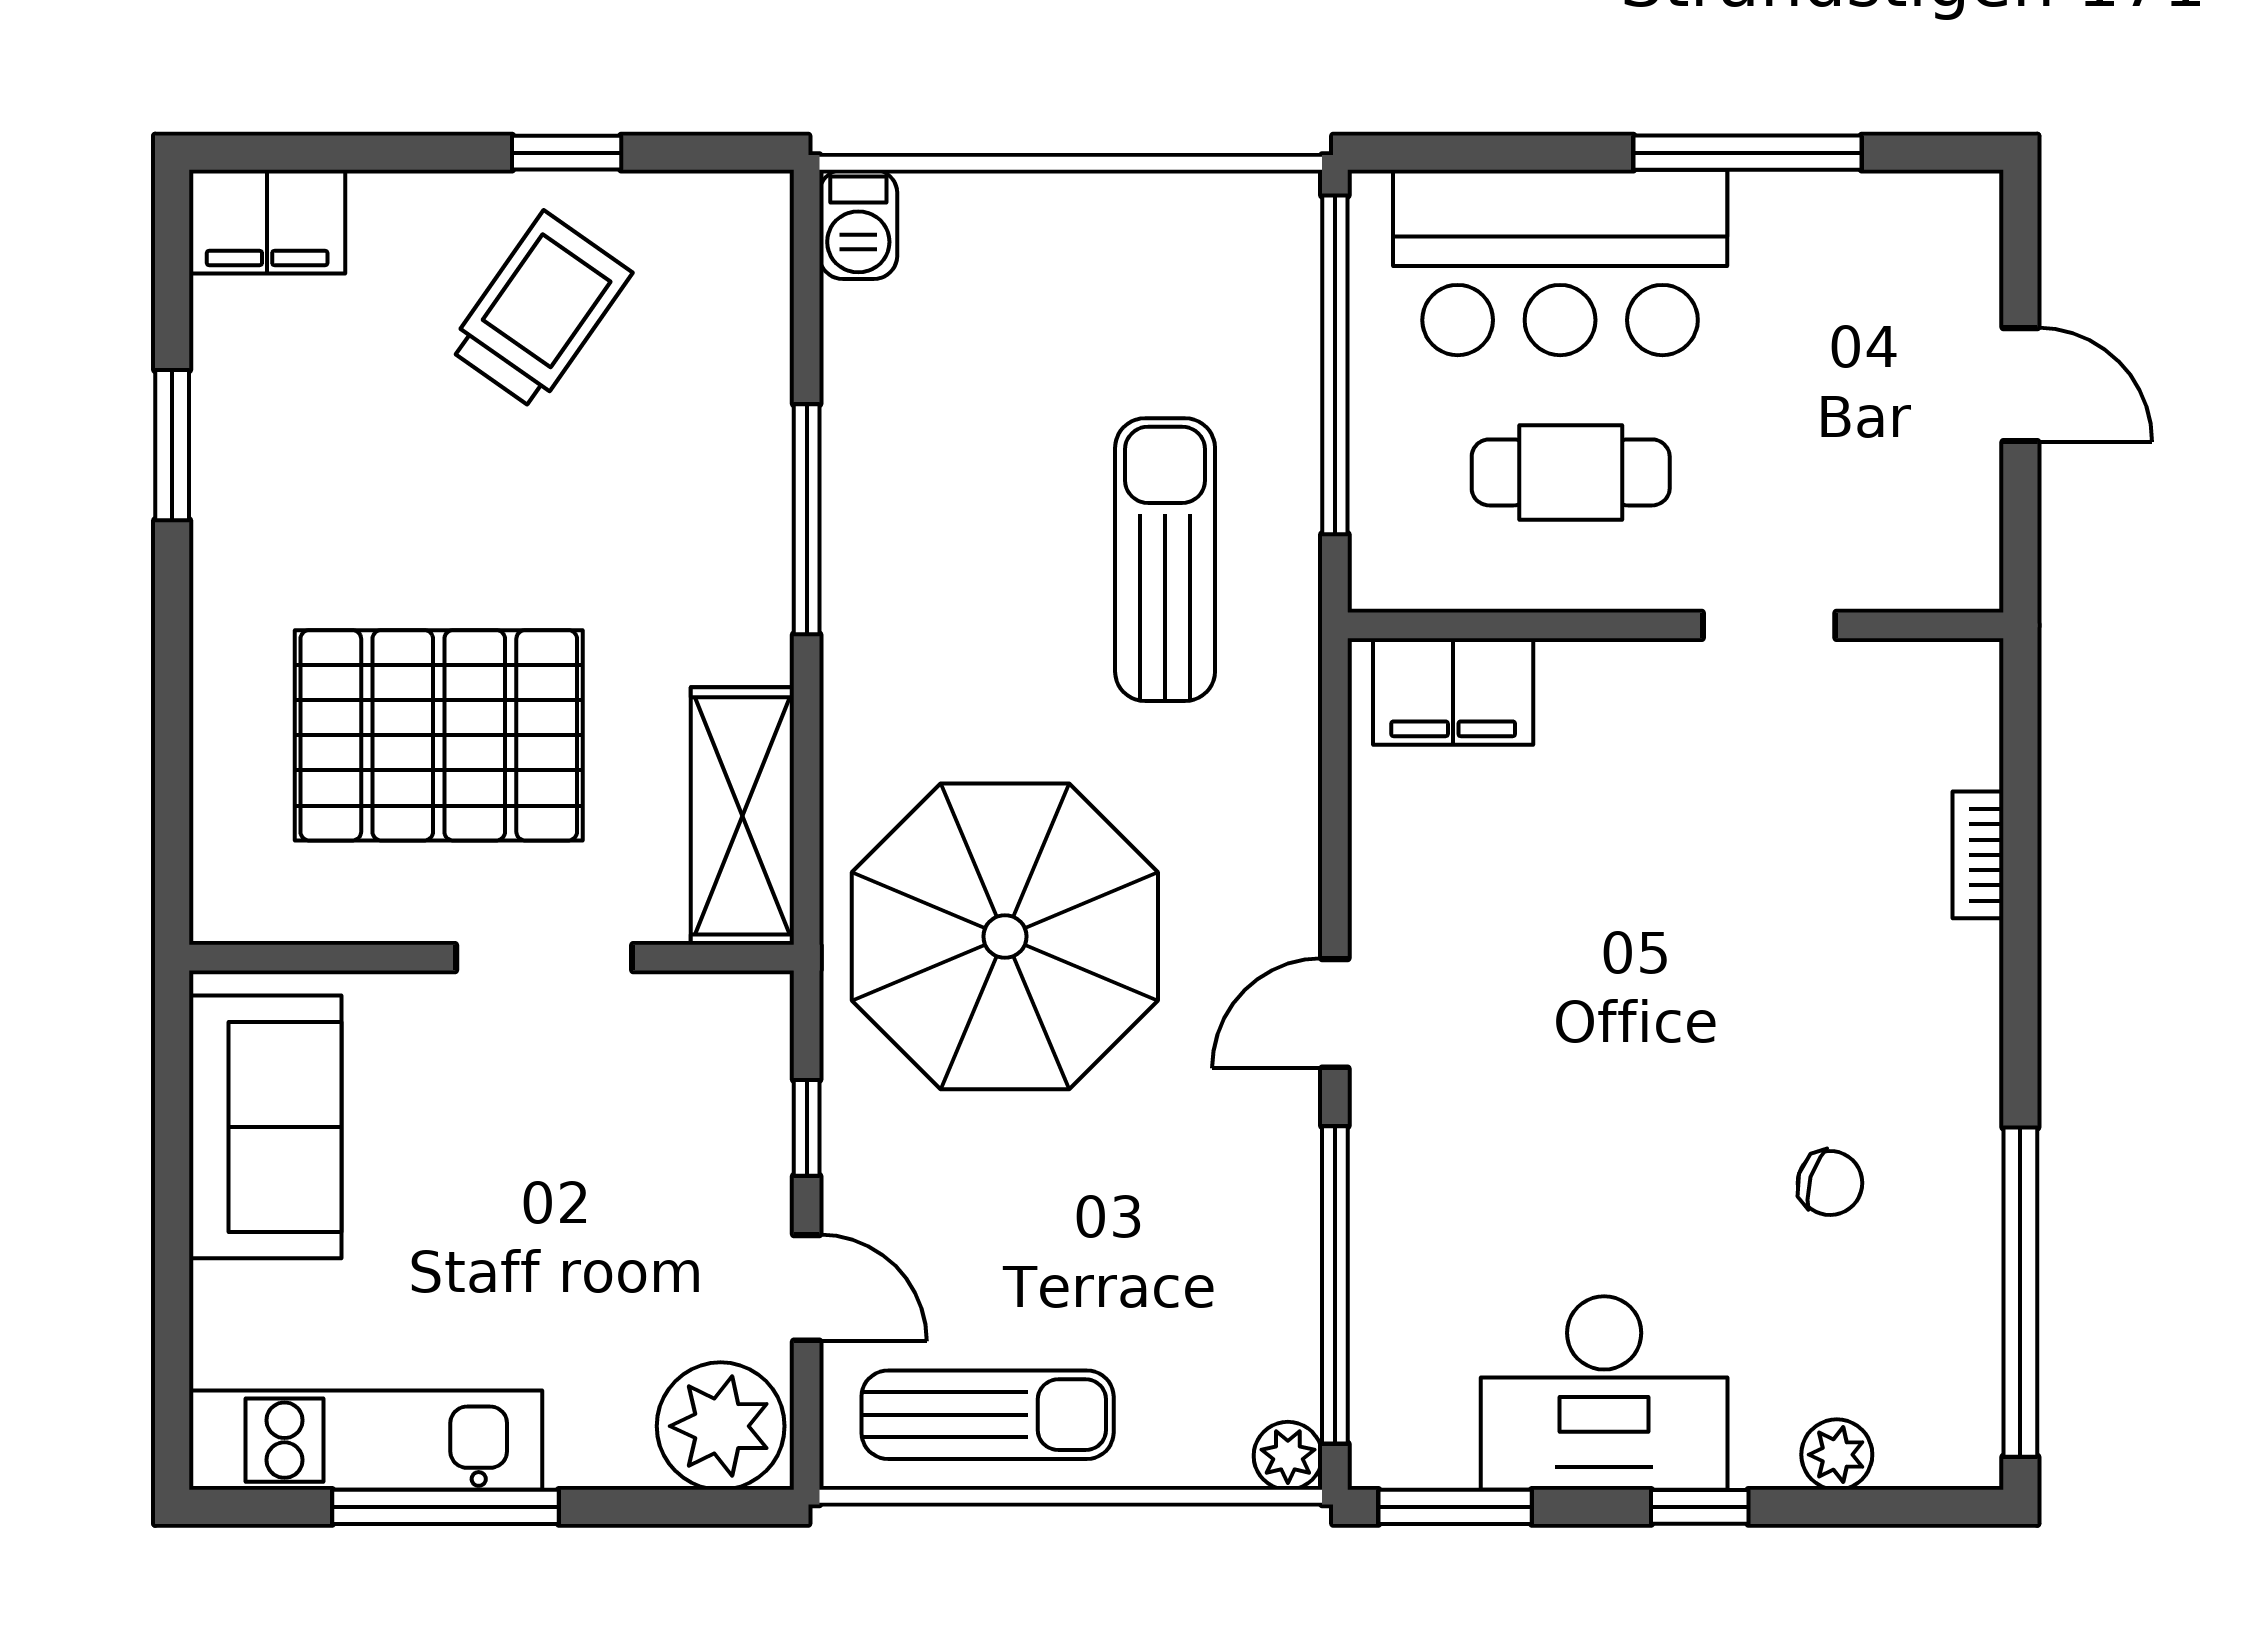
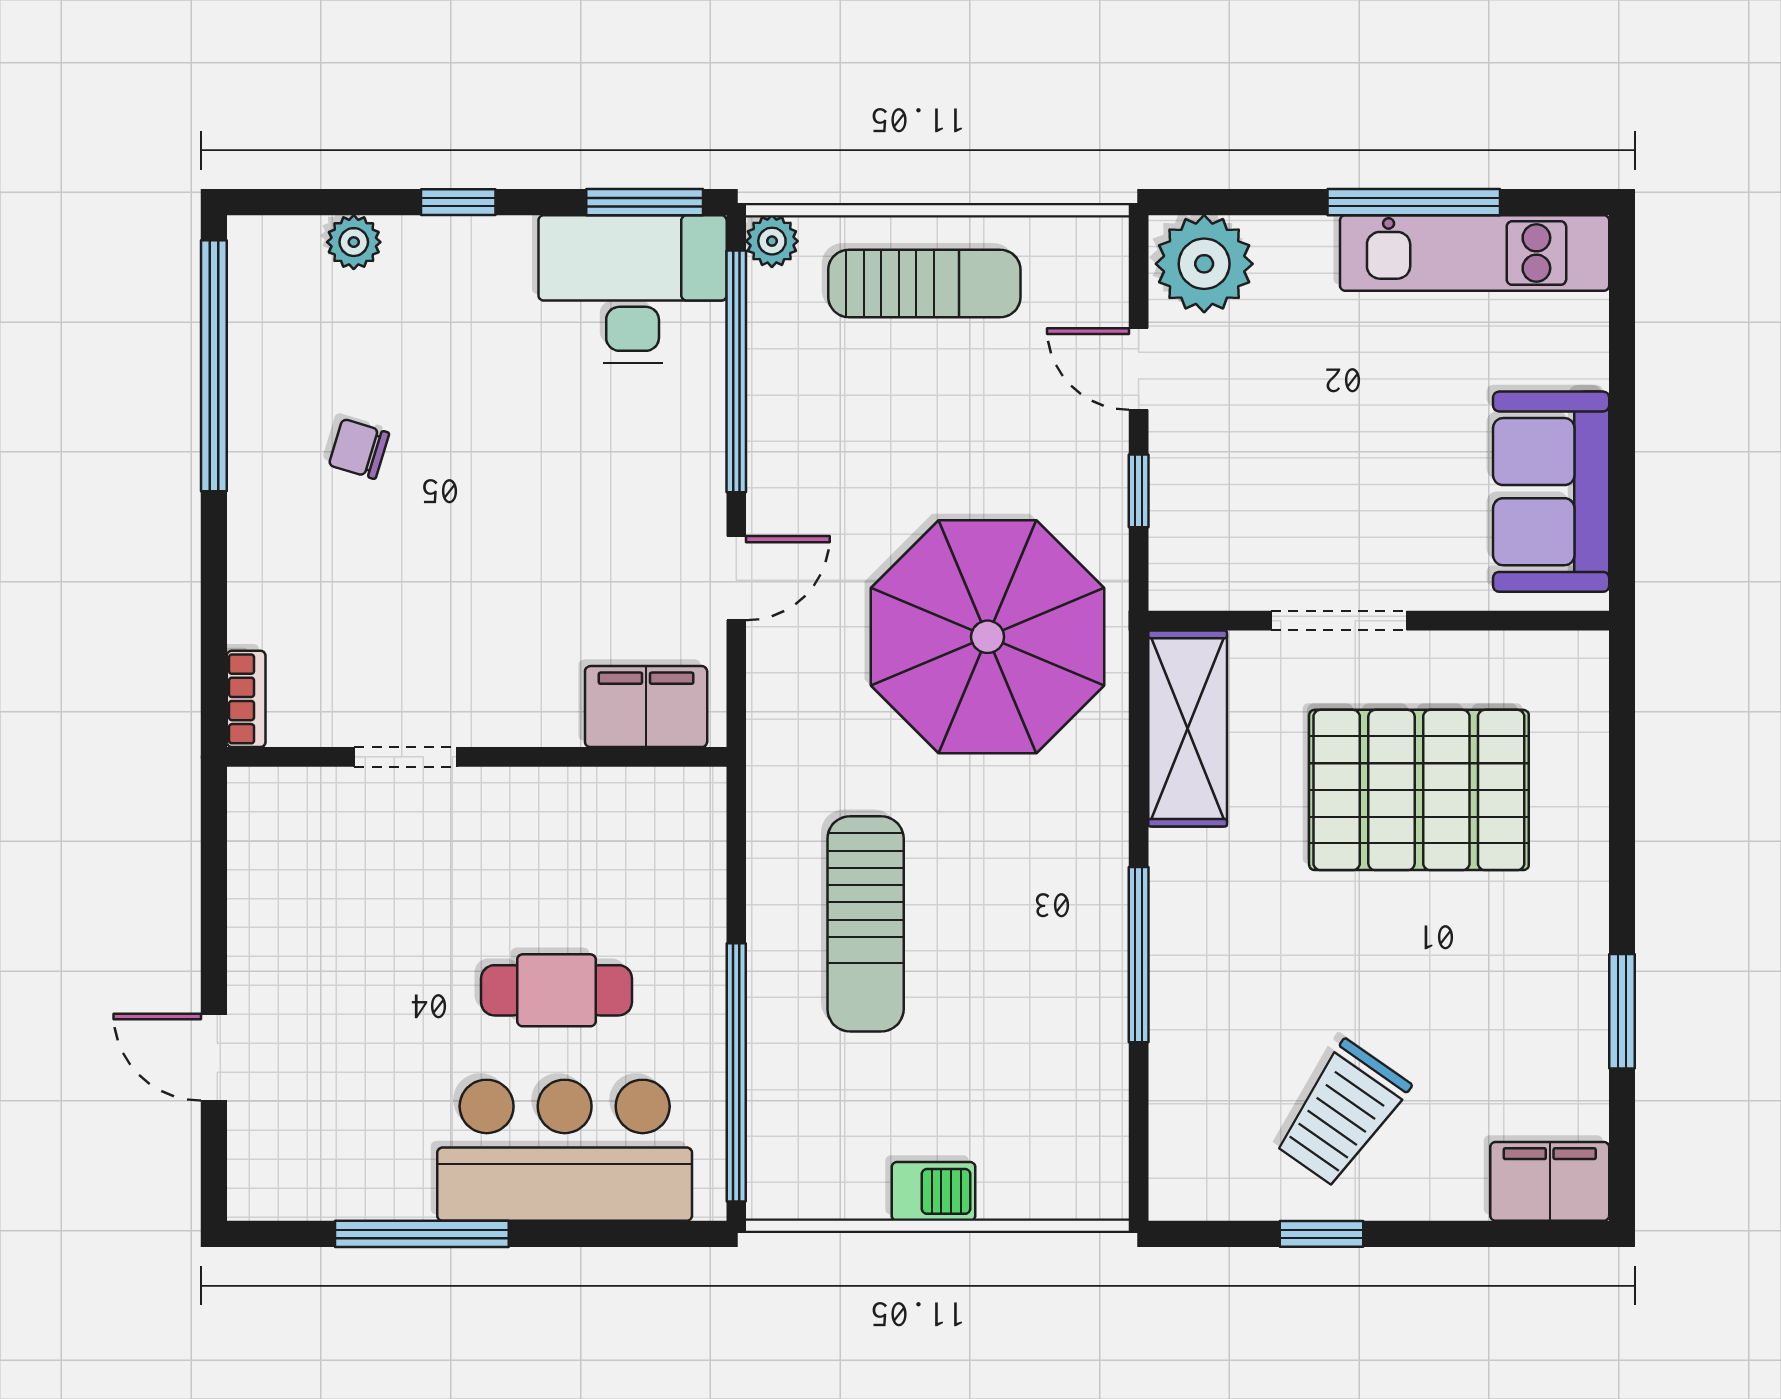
barbecue: (858, 224) -> (934, 1191), moved, turned 90
wall: (1675, 625) -> (477, 757), moved
doorway: (1769, 625) -> (405, 757), moved
filing cabinet: (1453, 691) -> (646, 707), moved
desk: (1604, 1393) -> (633, 289), moved
sun lounger: (988, 1415) -> (924, 283), moved, turned 180

